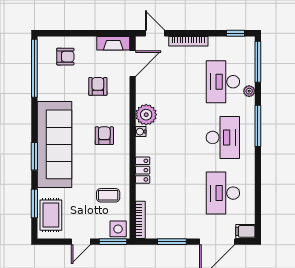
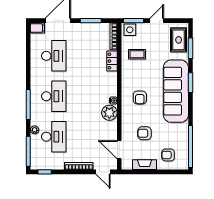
fireplace: (113, 43) -> (145, 165), moved
door: (133, 64) -> (119, 150), hinge flipped
armchair: (98, 86) -> (144, 133), turned 90
desk: (223, 137) -> (54, 96), turned 180
locker: (143, 170) -> (112, 61), moved

